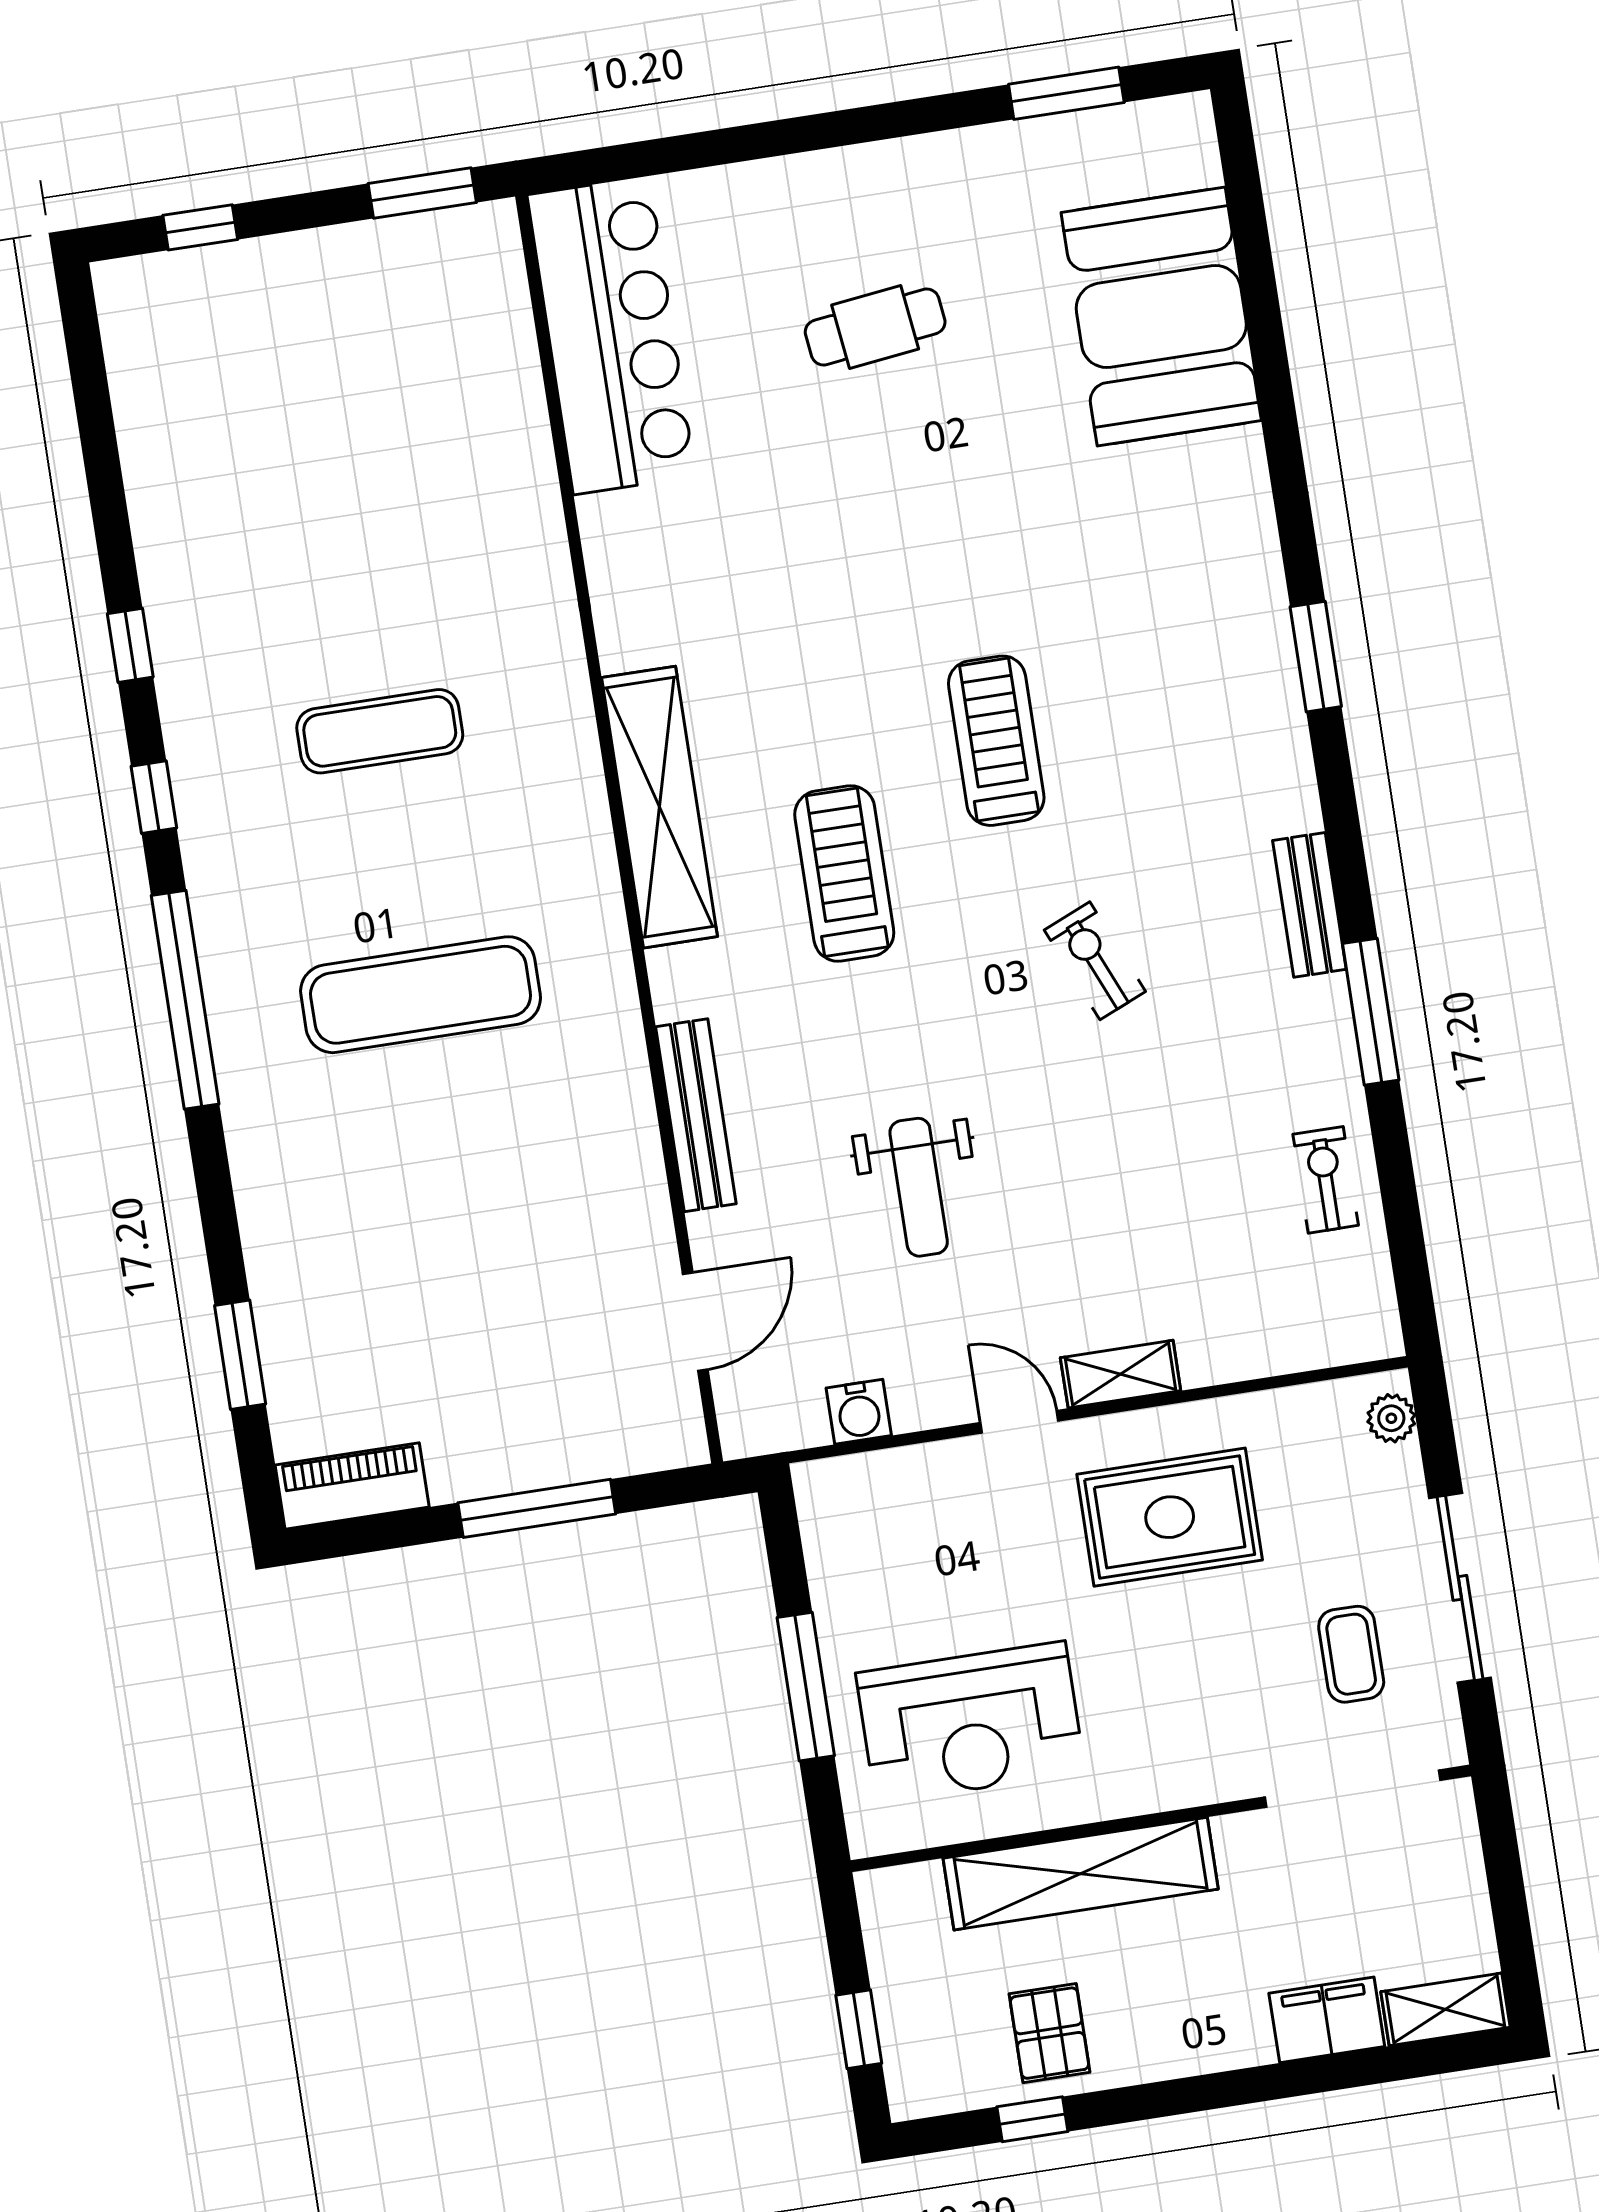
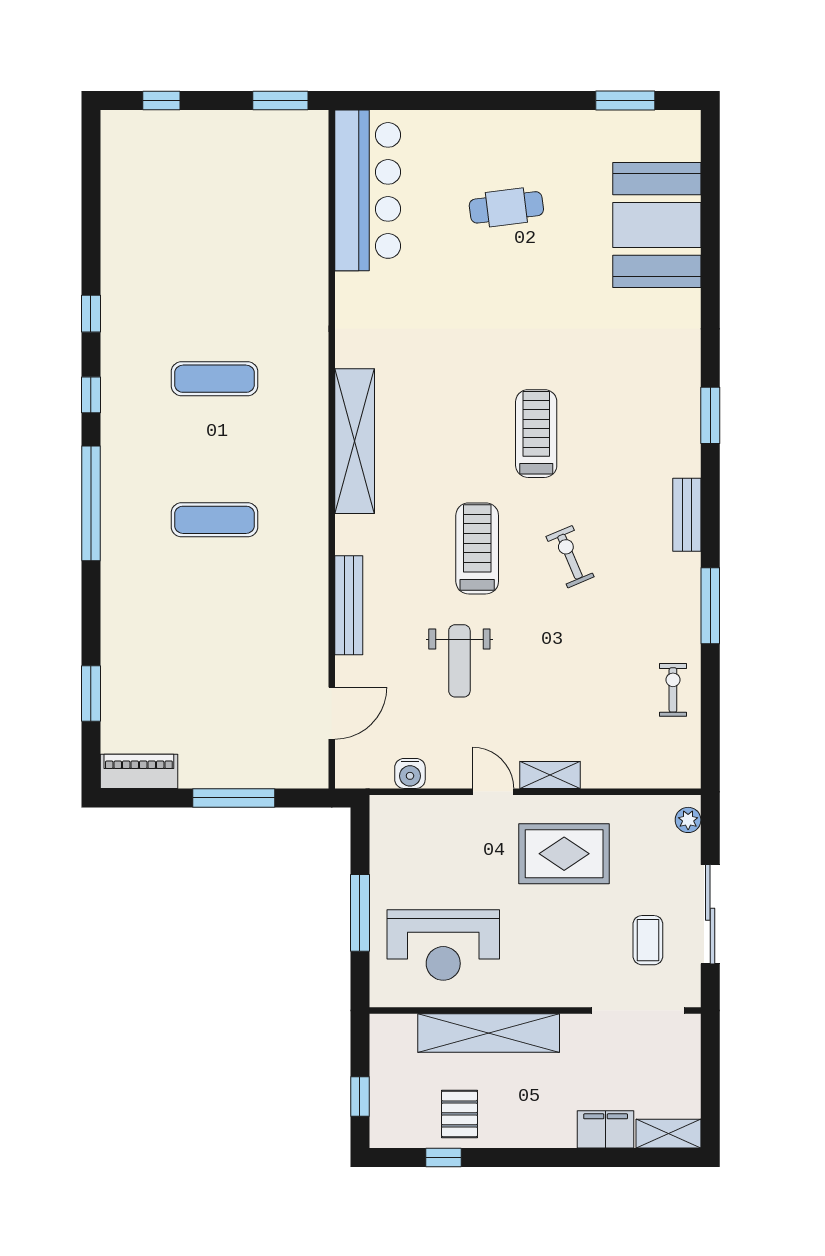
treadmill: (844, 874) -> (477, 548), moved
bench: (1309, 905) -> (687, 515), moved
exercise mat: (421, 995) -> (215, 520), width x0.73, depth x0.69

